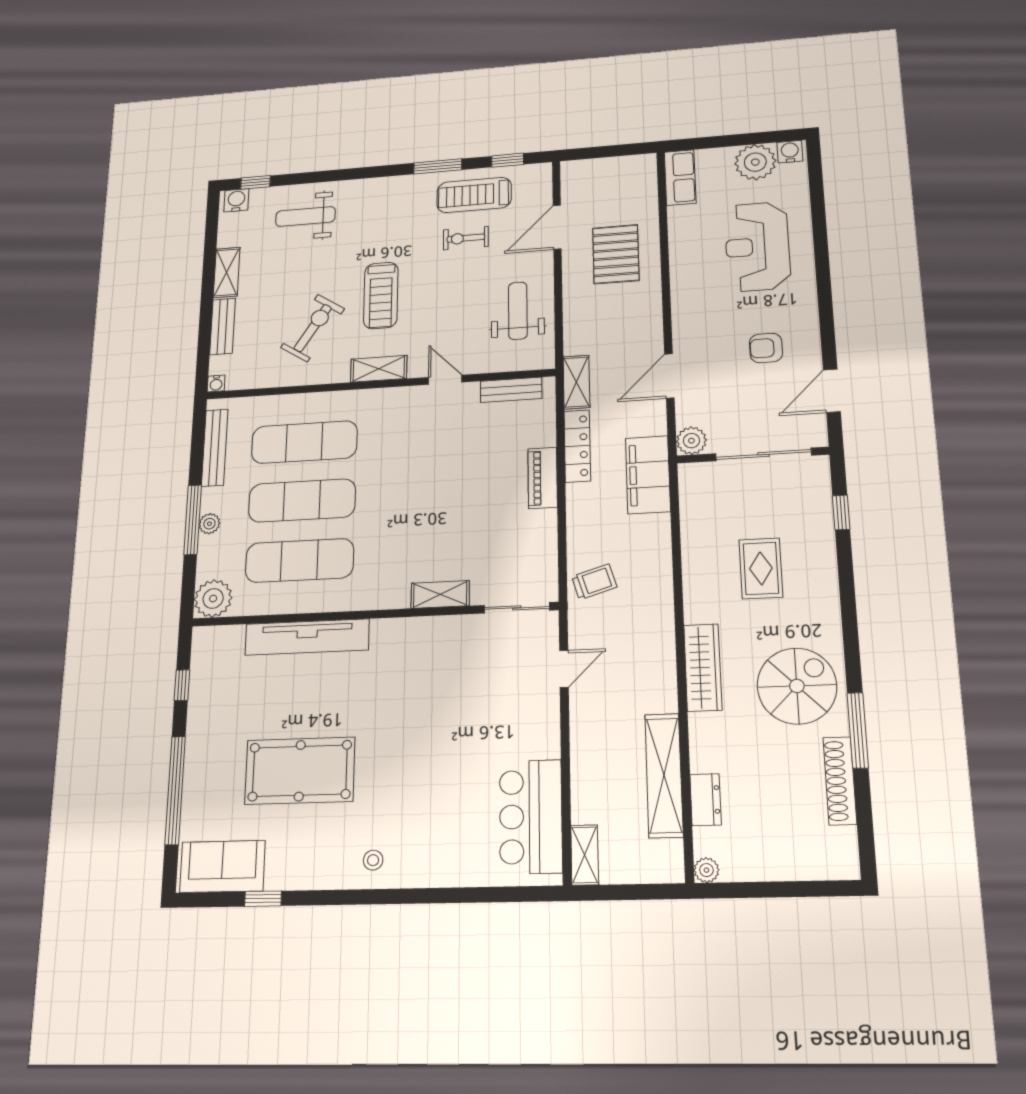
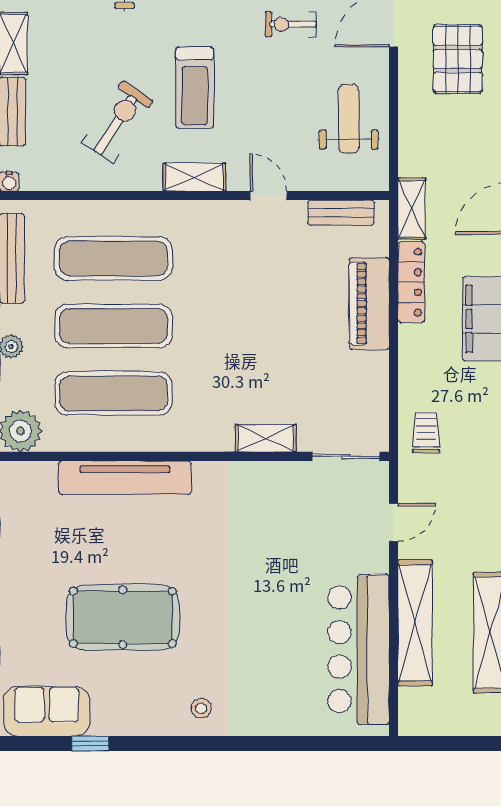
piano: (543, 478) -> (369, 303), width x1.37, depth x1.33
trolley: (594, 582) -> (426, 432), turned -73
bar counter: (531, 817) -> (359, 649), width x1.36
shelving: (585, 855) -> (415, 623), moved, width x2.20, depth x1.33

